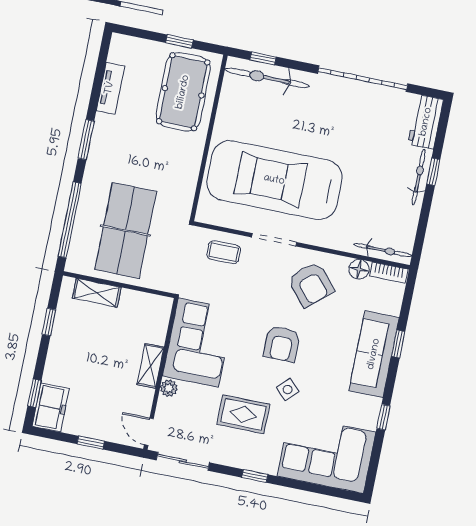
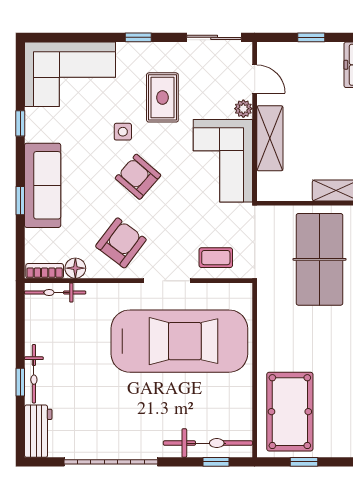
armchair: (311, 284) -> (121, 243), turned 78
armchair: (282, 344) -> (138, 177), turned -49
shelving: (150, 366) -> (270, 138), width x1.50, depth x1.33
side table: (288, 390) -> (123, 132), turned 45
rug: (243, 414) -> (162, 97), turned 90
door: (149, 432) -> (255, 79), moved

